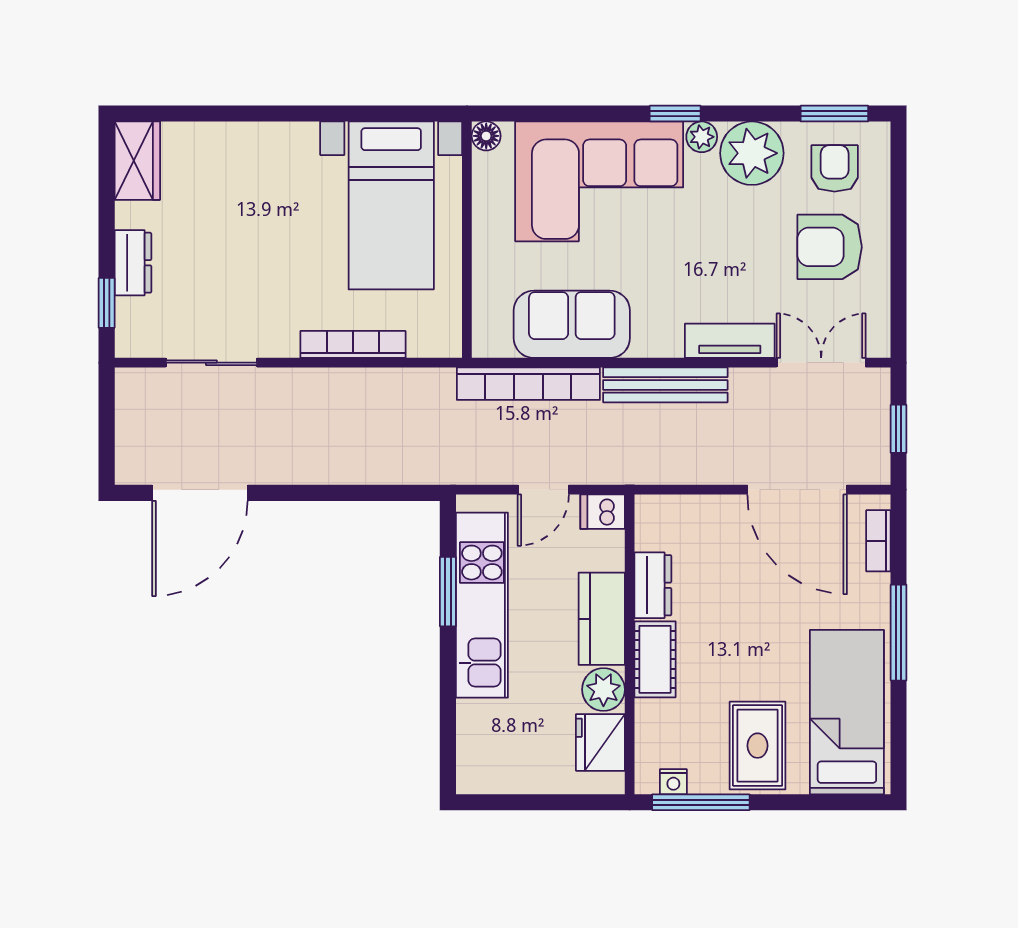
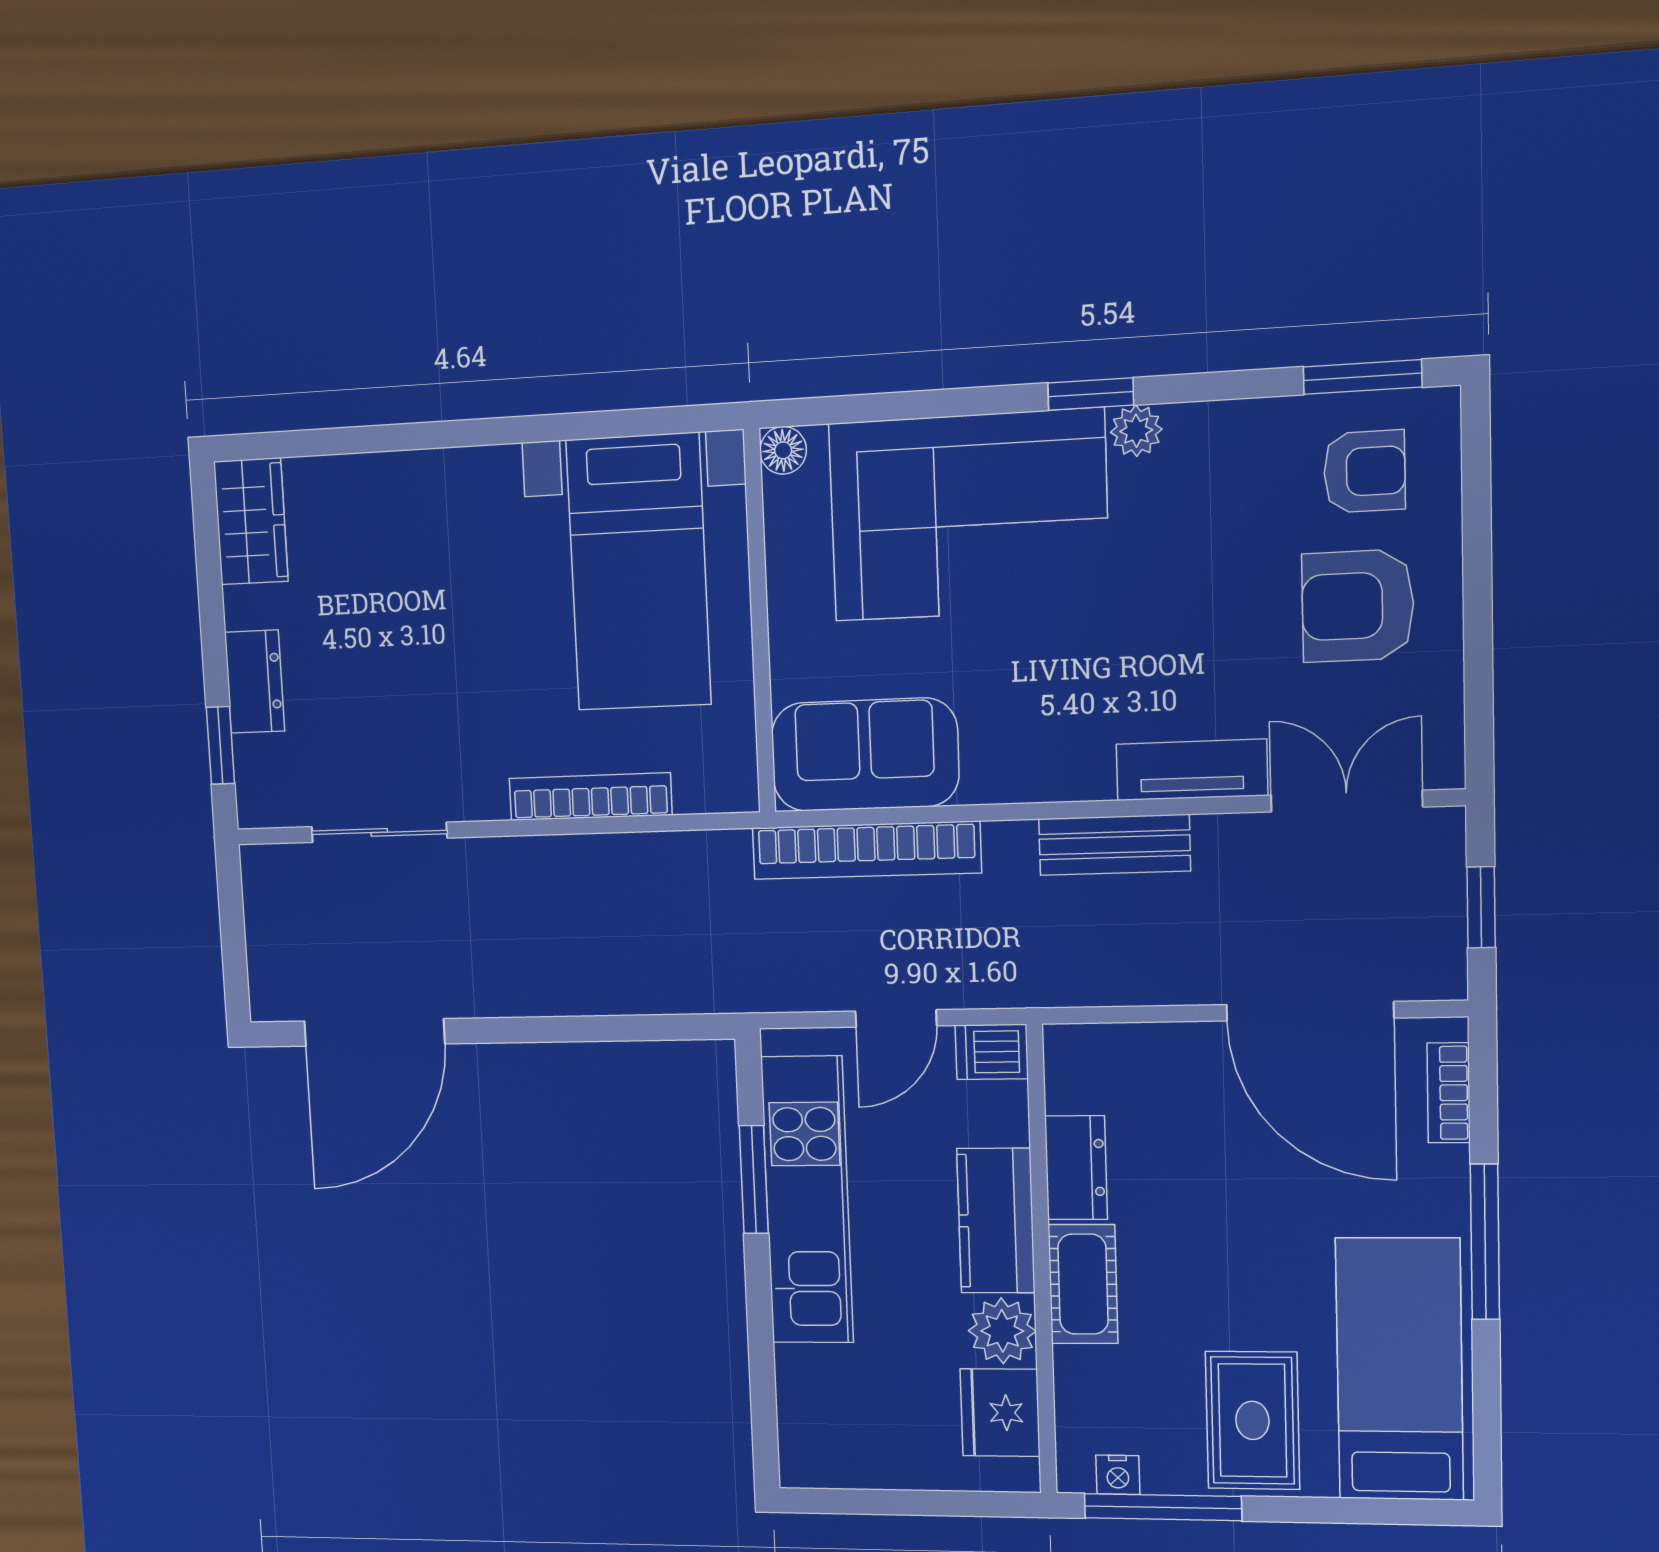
plant: (752, 153) -> (1222, 454), removed
armchair: (835, 168) -> (1364, 471), turned 90
sofa: (572, 324) -> (865, 755), moved
bench: (665, 385) -> (1114, 845), width x0.73

